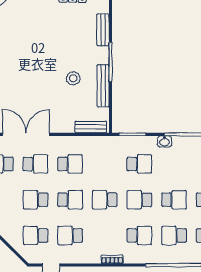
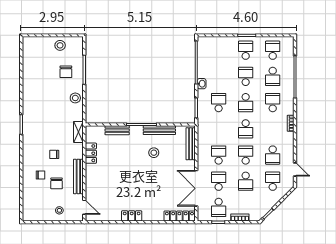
bench: (91, 127) -> (191, 144), width x1.36
school desk: (35, 235) -> (273, 181), turned 180

